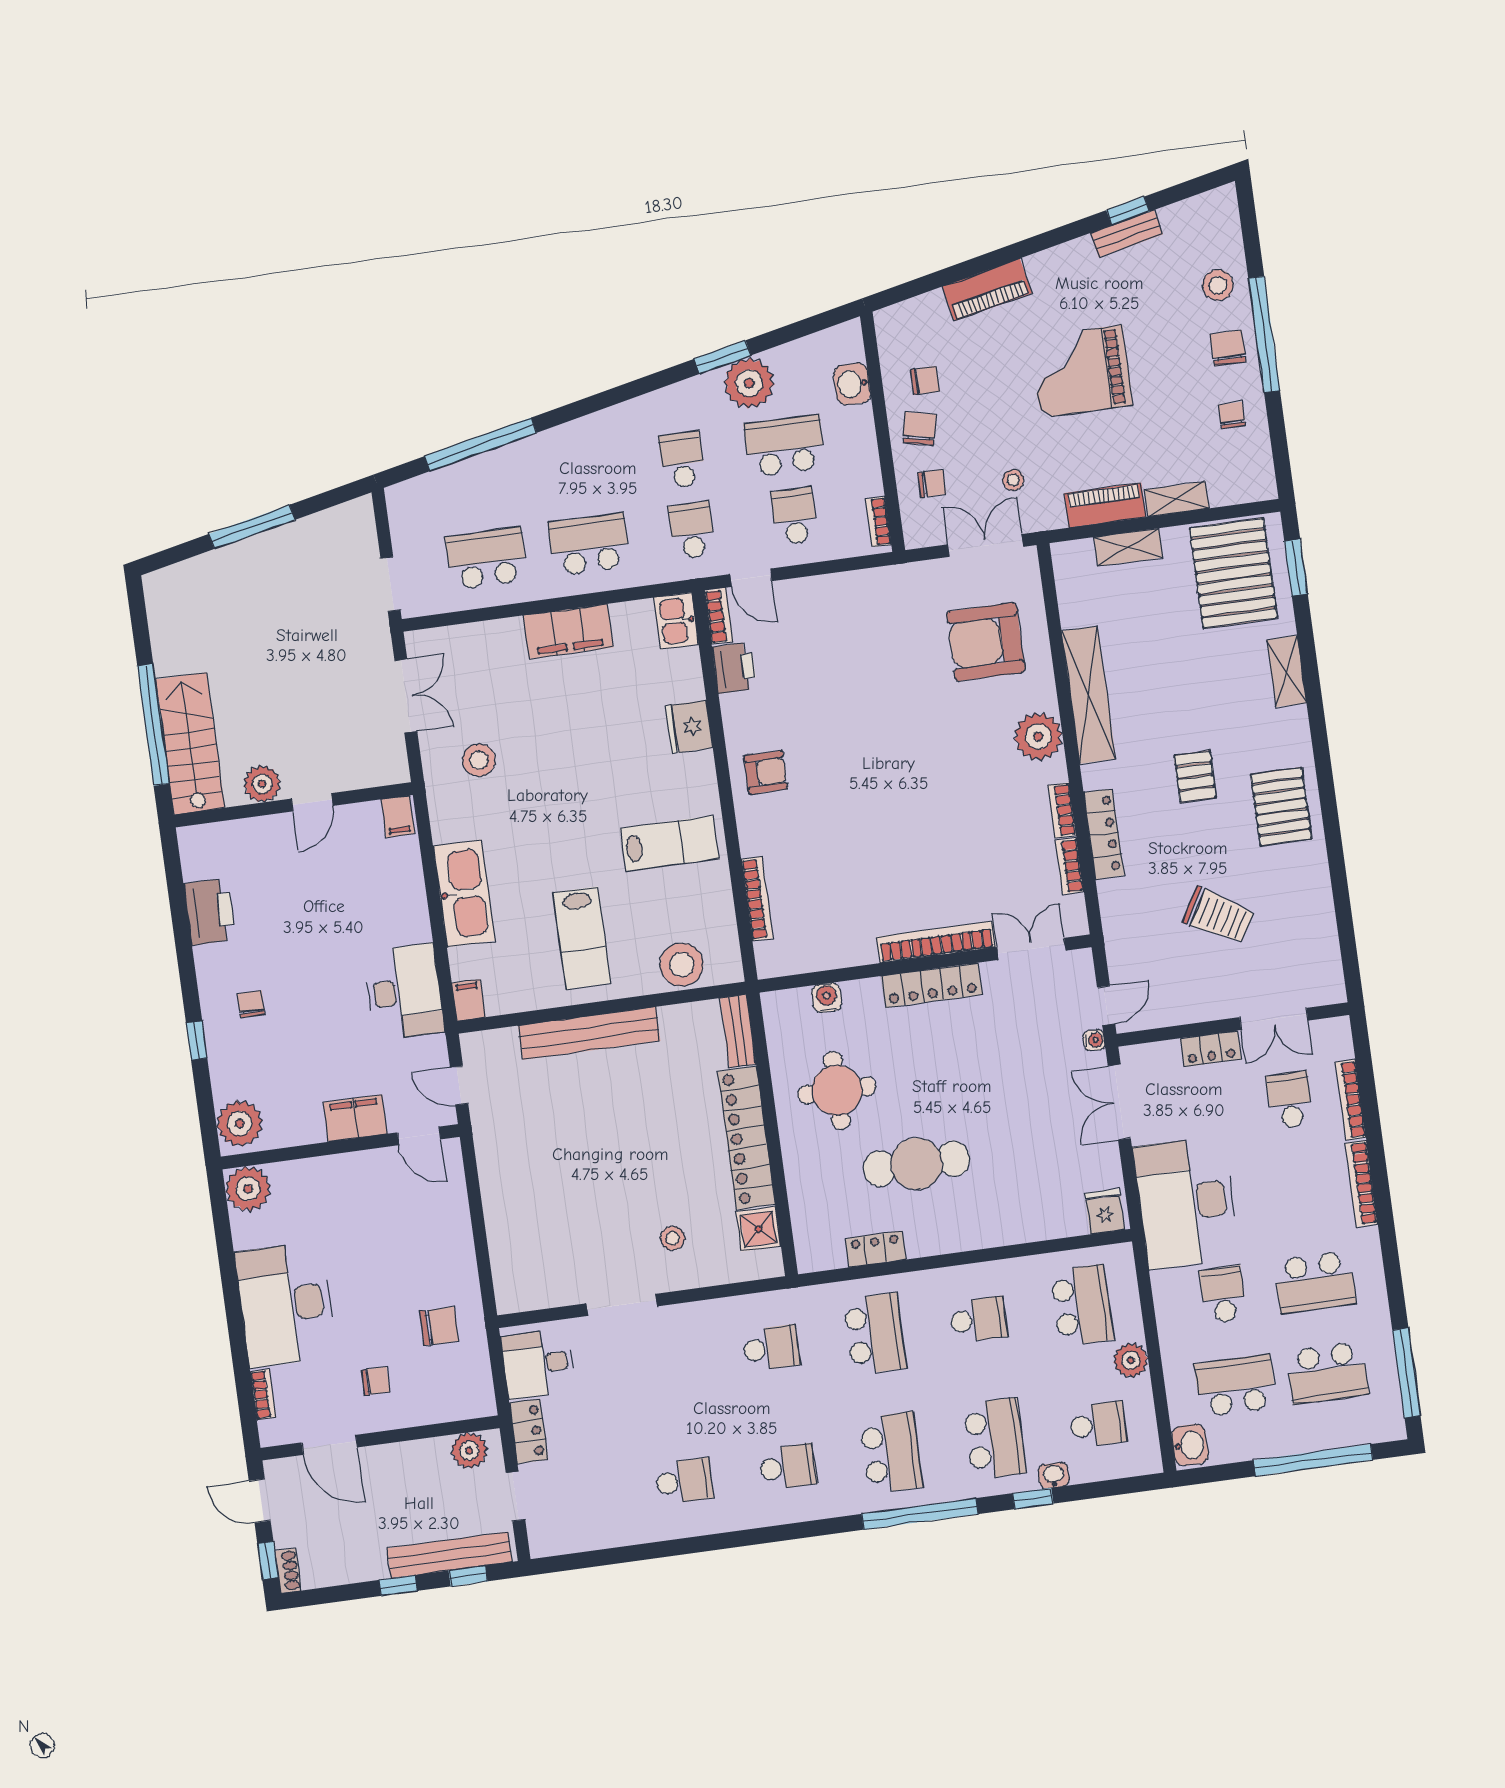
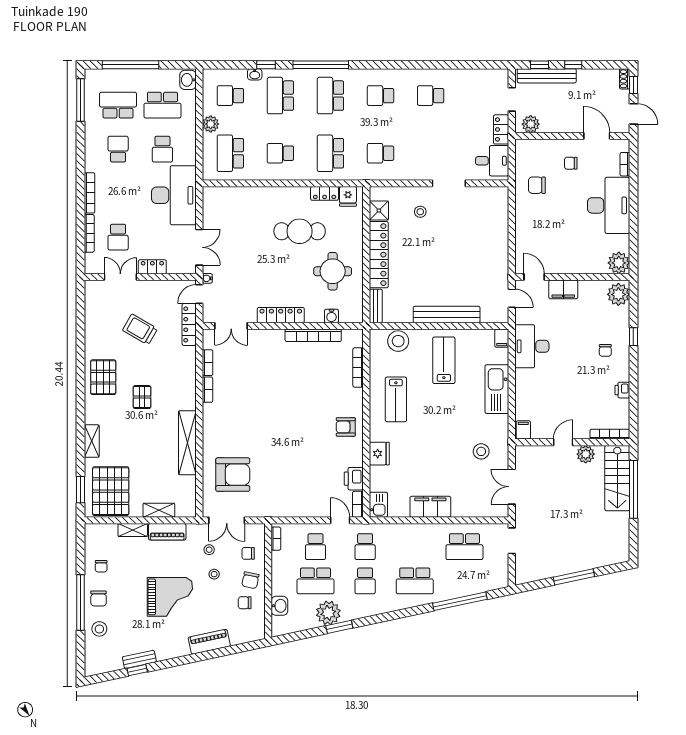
stool: (996, 431) -> (214, 574), added
school desk: (589, 544) -> (415, 581), moved
plant: (1038, 737) -> (214, 426), removed
bookcase: (218, 832) -> (610, 434), added
locker: (1104, 834) -> (189, 324), moved
lab bench: (670, 844) -> (396, 399), turned -90
printer: (210, 912) -> (622, 390), width x0.53, depth x0.68
bookcase: (936, 942) -> (313, 335), moved
fridge: (1105, 1211) -> (348, 196), moved
school desk: (1315, 1282) -> (118, 149), width x0.54

